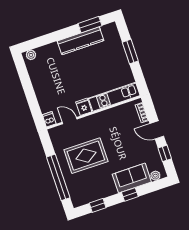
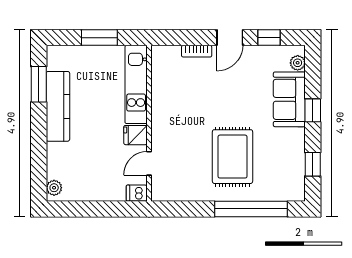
kitchen unit: (114, 97) -> (136, 84), moved
fridge: (84, 107) -> (136, 135), moved
wall: (94, 112) -> (149, 123), moved
dishwasher: (49, 119) -> (137, 193), moved
door: (70, 121) -> (149, 163), moved

